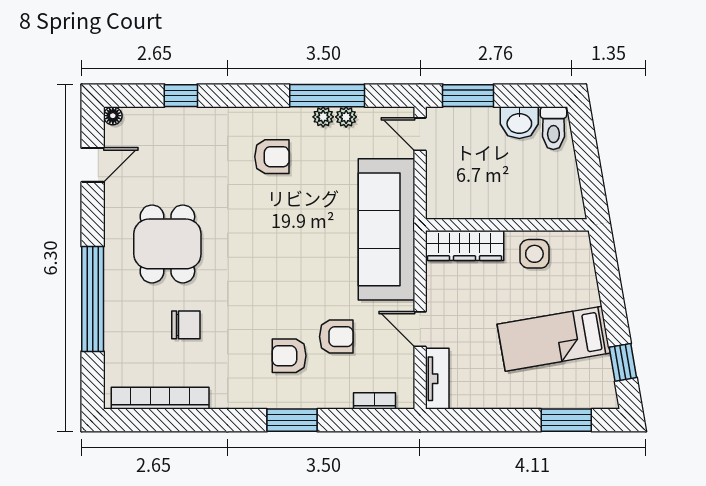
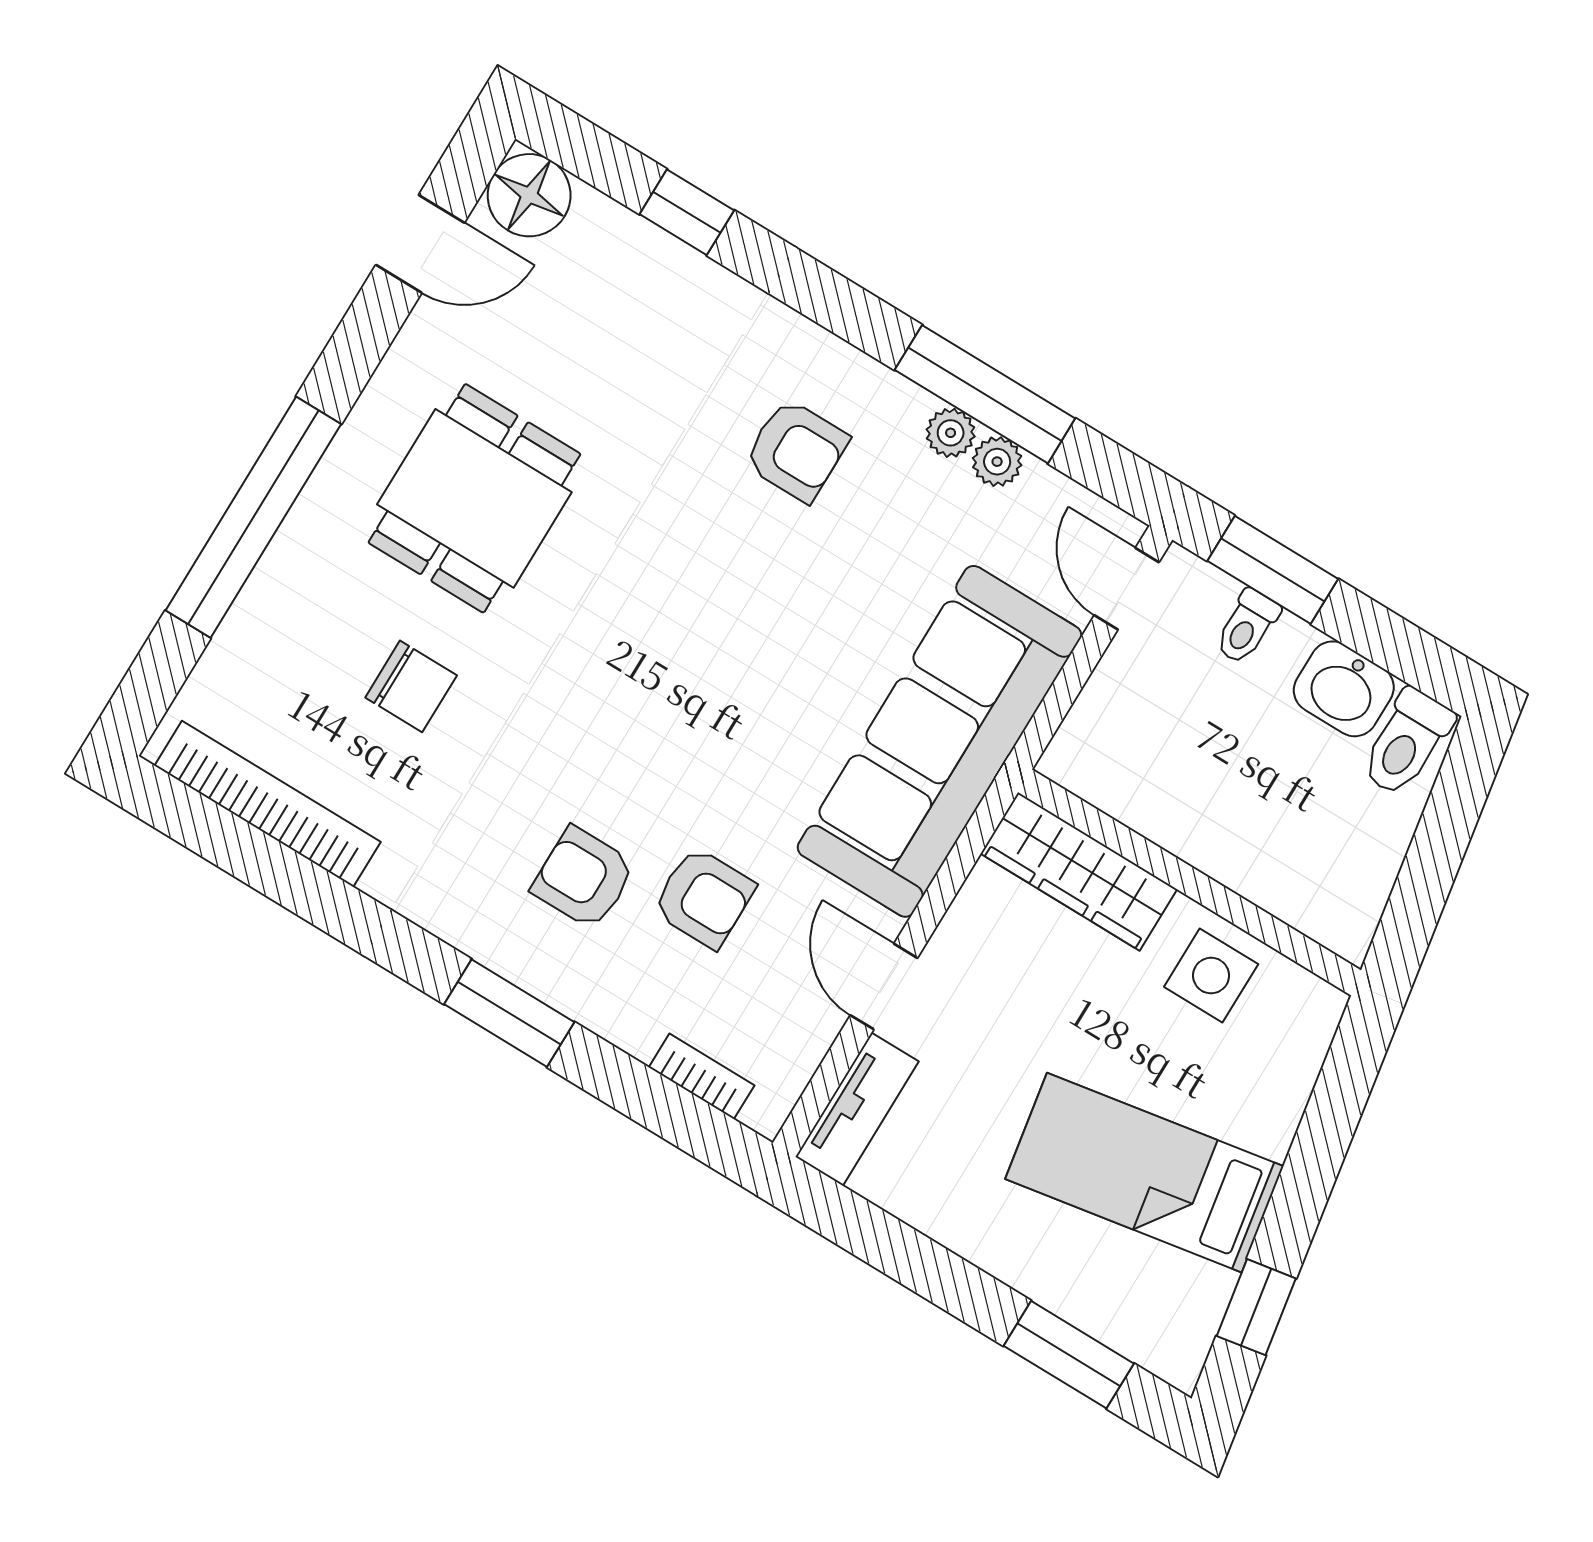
floor lamp: (113, 116) -> (529, 195), width x1.89, depth x1.89
toilet: (471, 122) -> (1247, 627), added

